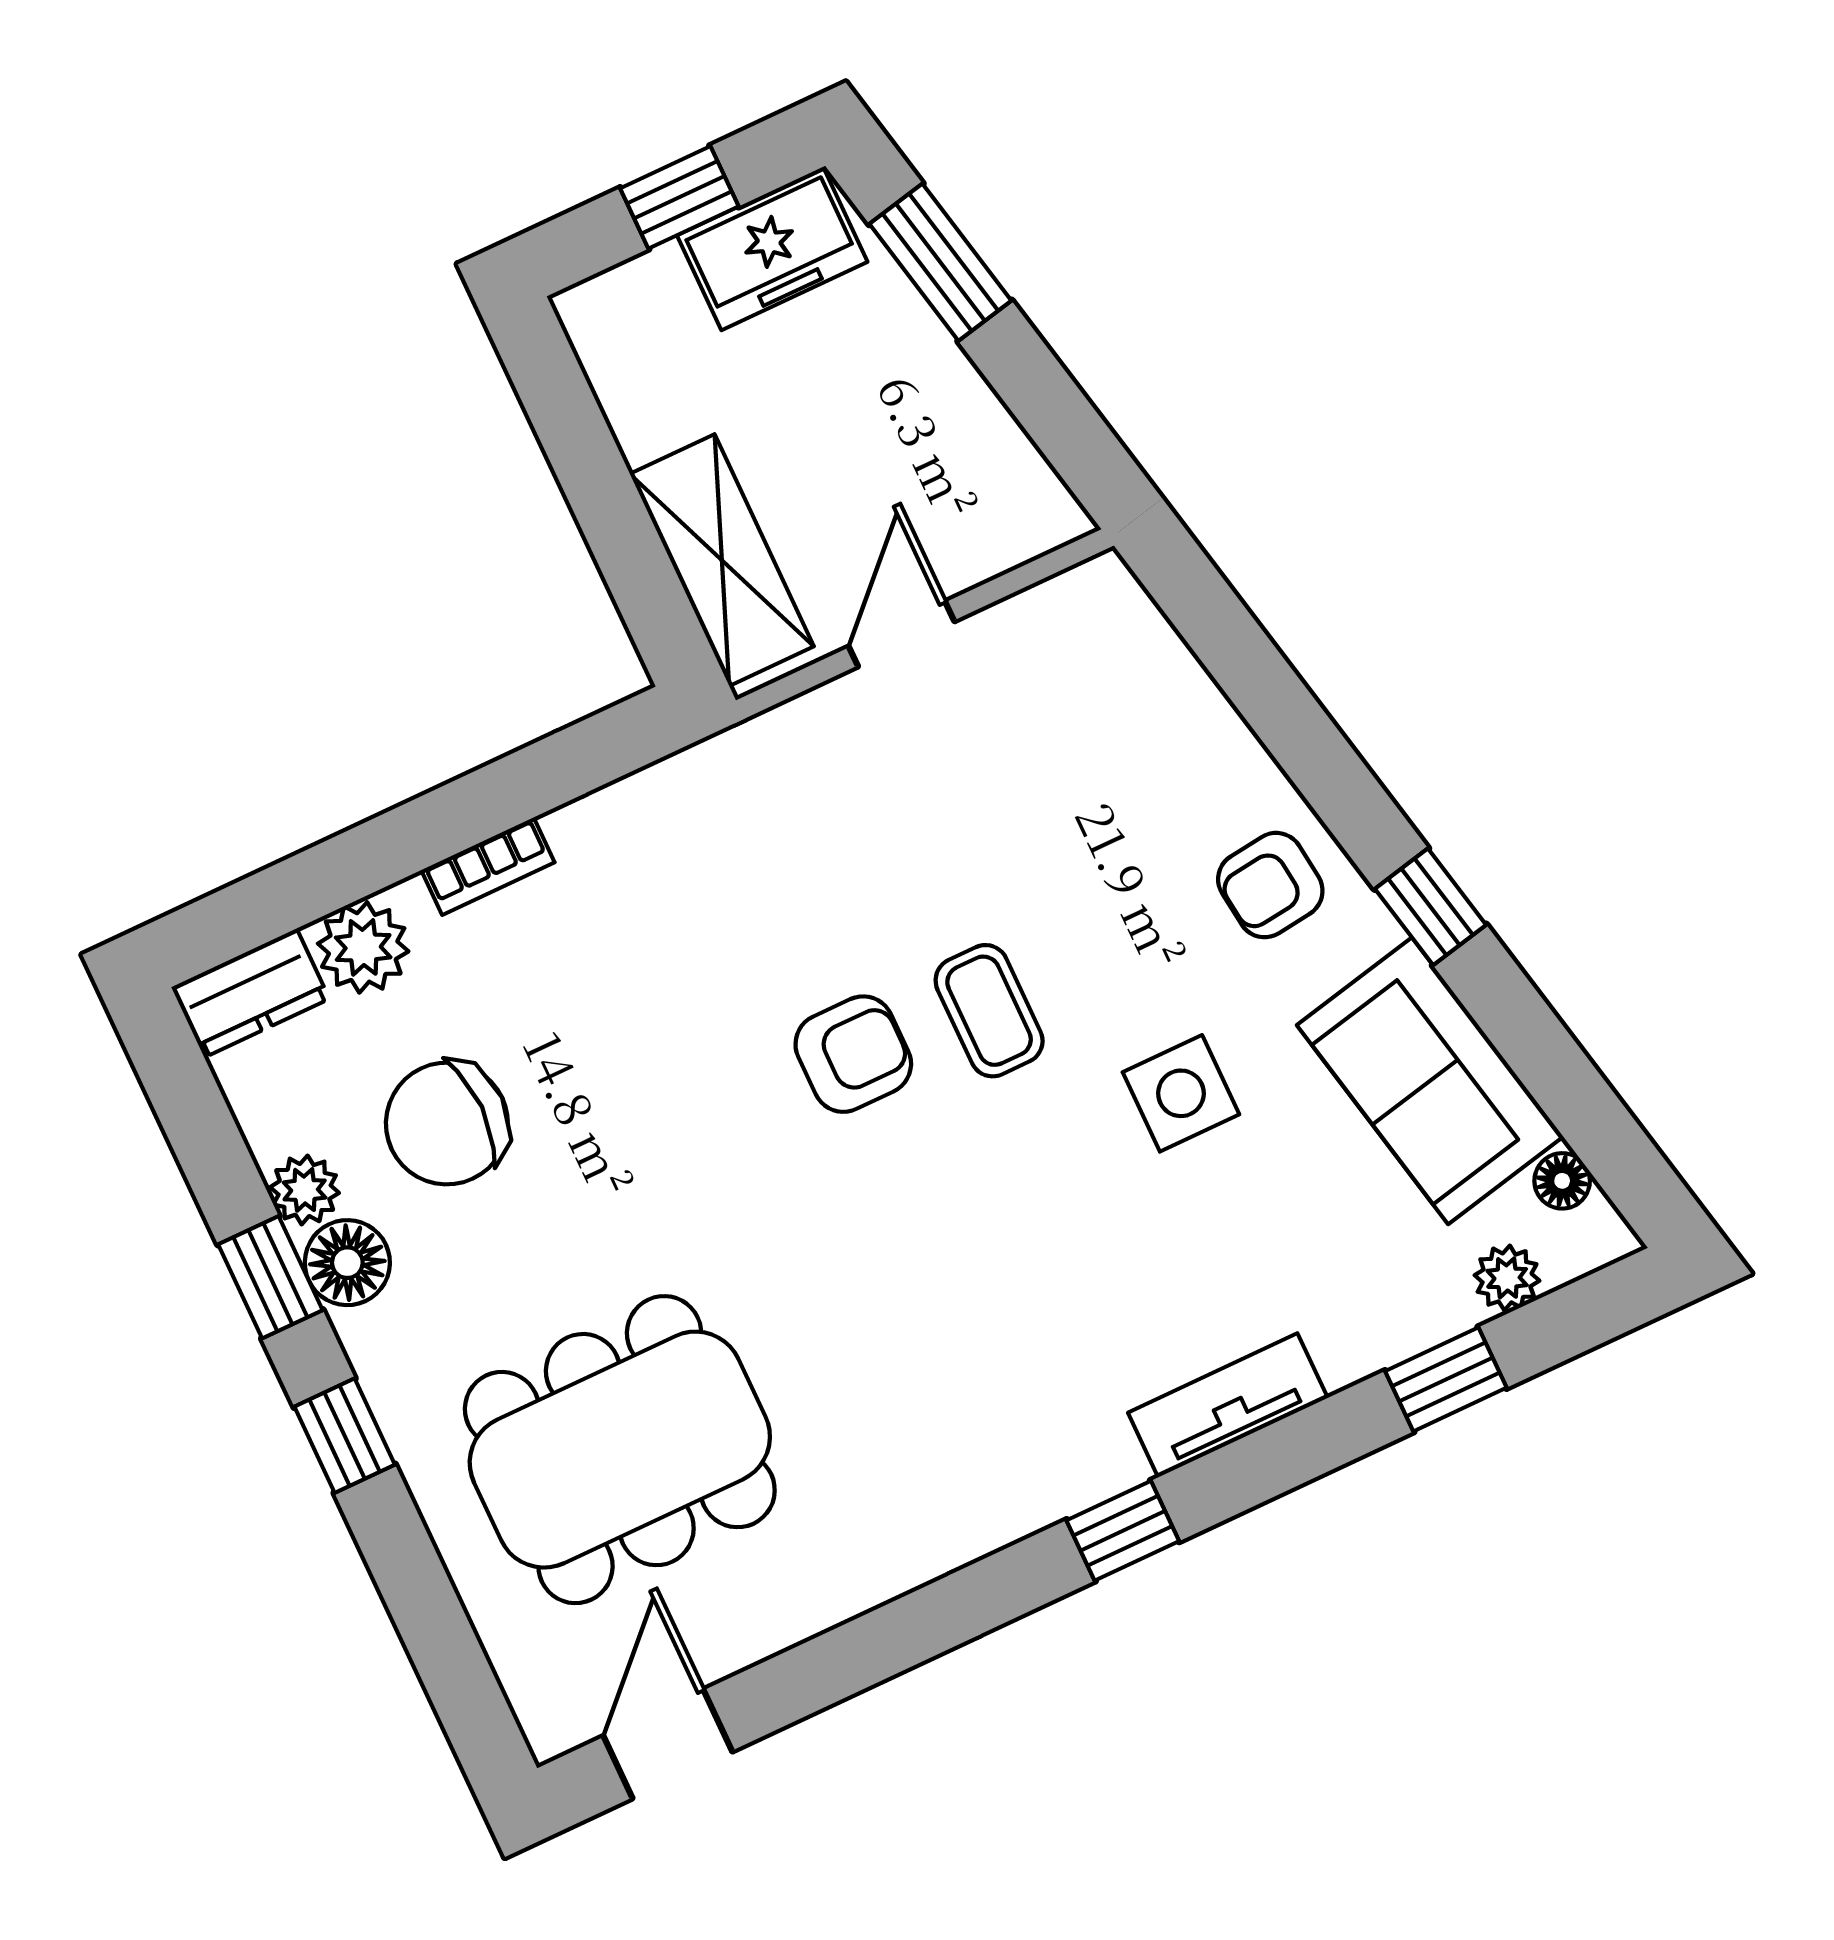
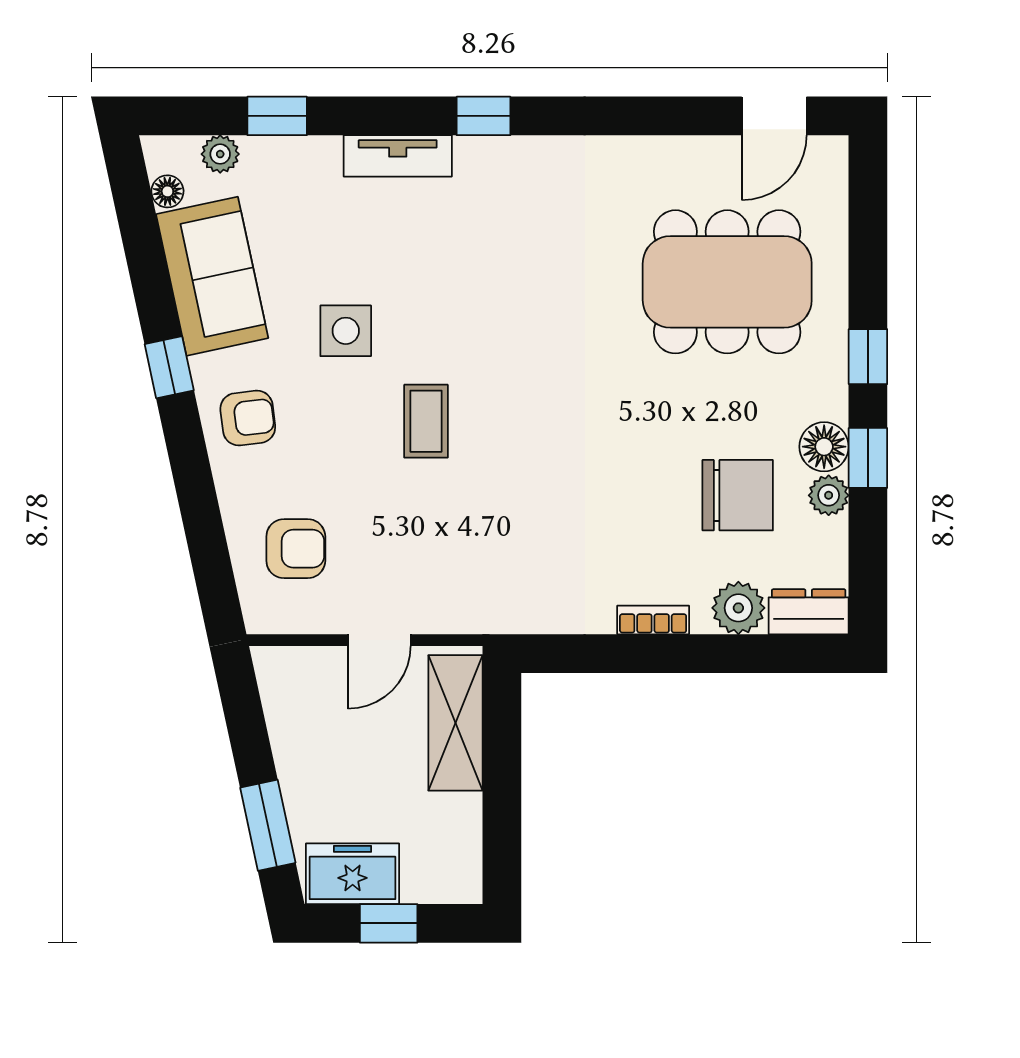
armchair: (853, 1054) -> (296, 549), moved, turned 180

